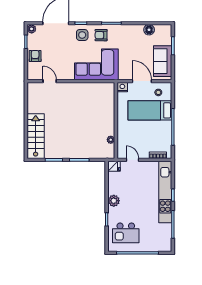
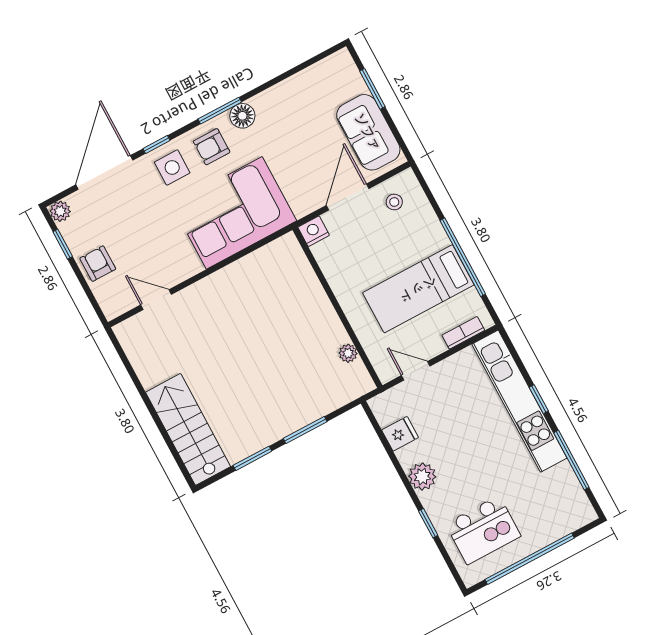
floor lamp: (149, 30) -> (242, 116), moved
door: (142, 81) -> (348, 197), hinge flipped
bed: (150, 110) -> (418, 289), moved
fridge: (114, 166) -> (400, 434), moved

